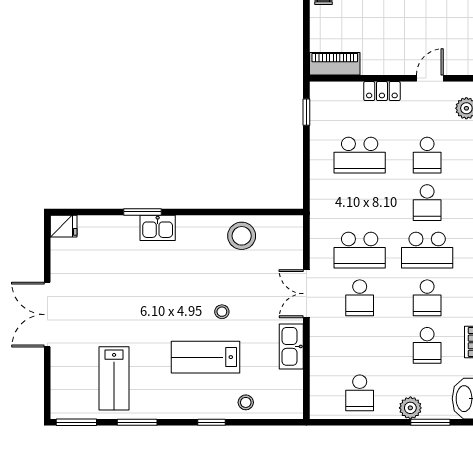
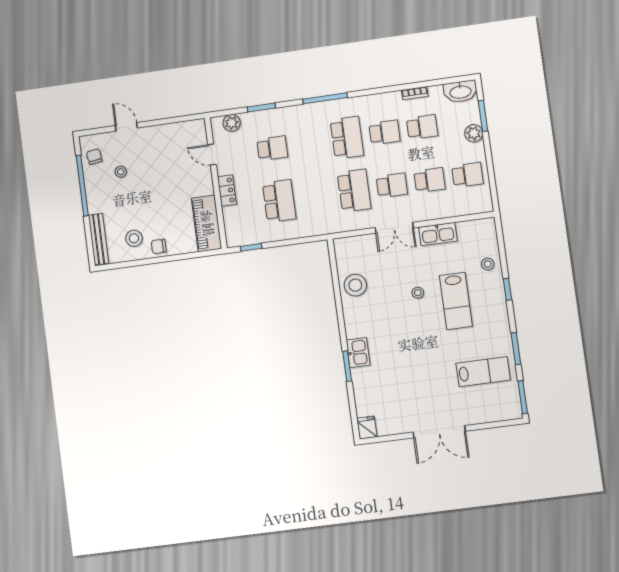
piano: (335, 64) -> (207, 223), width x1.37, depth x1.33
school desk: (427, 203) -> (430, 180), moved

